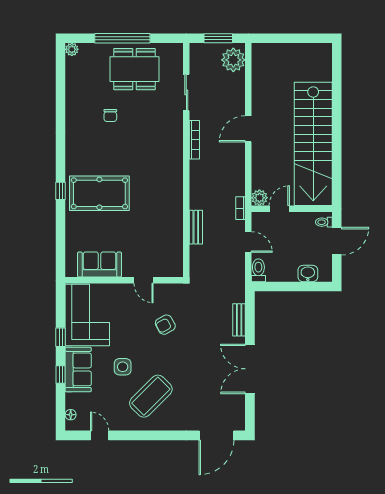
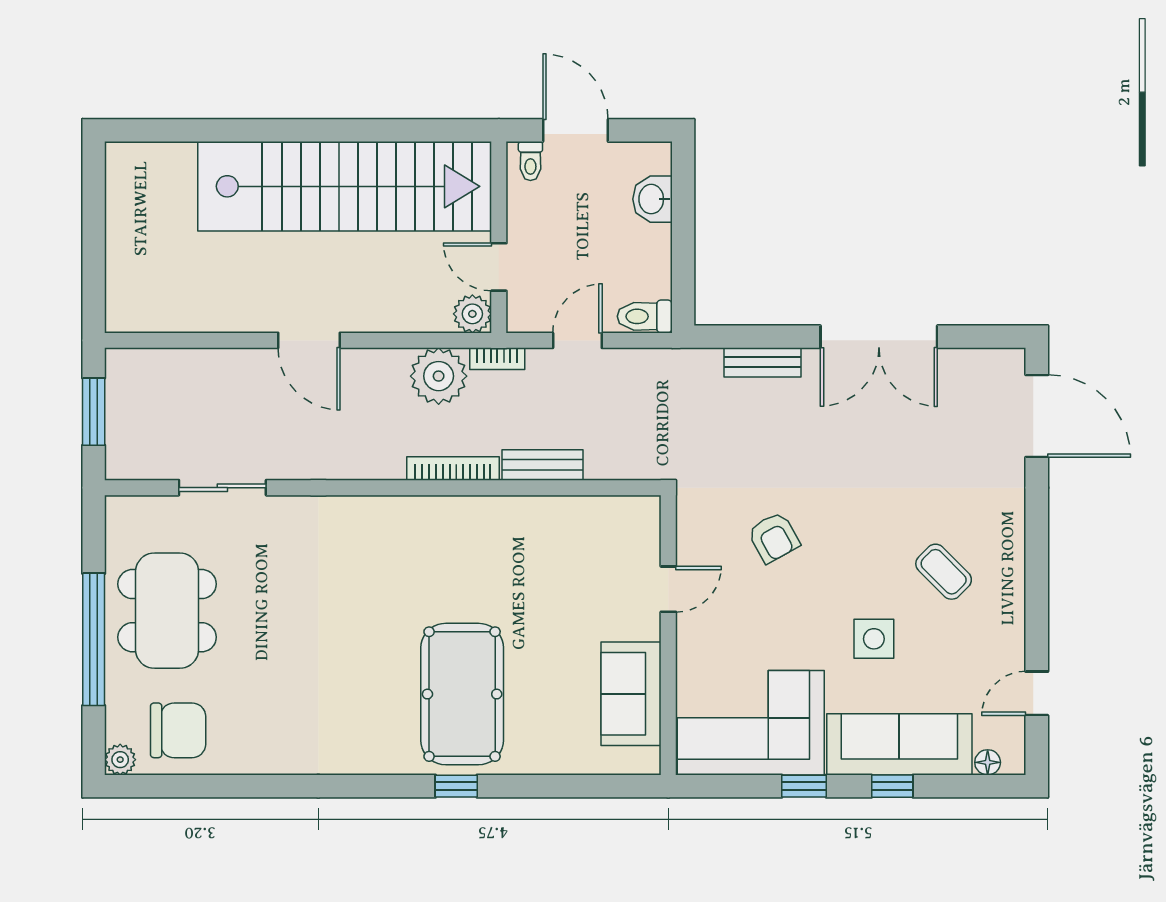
plant: (233, 60) -> (439, 376), moved
chair: (110, 115) -> (178, 730), moved, width x1.87, depth x1.87
bookcase: (194, 140) -> (453, 469), moved
sofa: (78, 369) -> (899, 744), width x1.36
coffee table: (151, 396) -> (944, 572), width x0.54, depth x0.58

